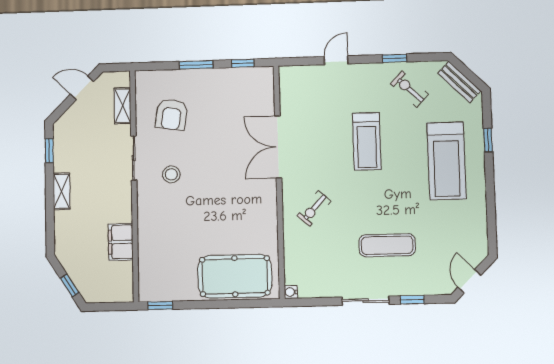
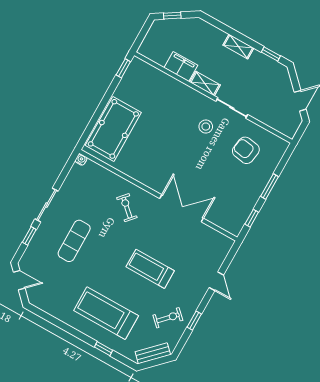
shelving: (123, 106) -> (205, 84), moved

